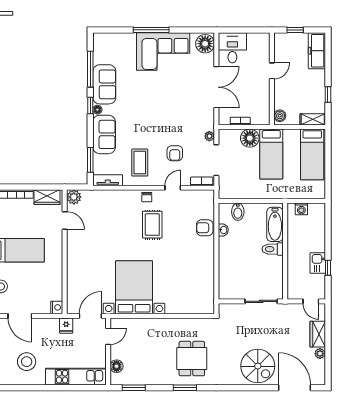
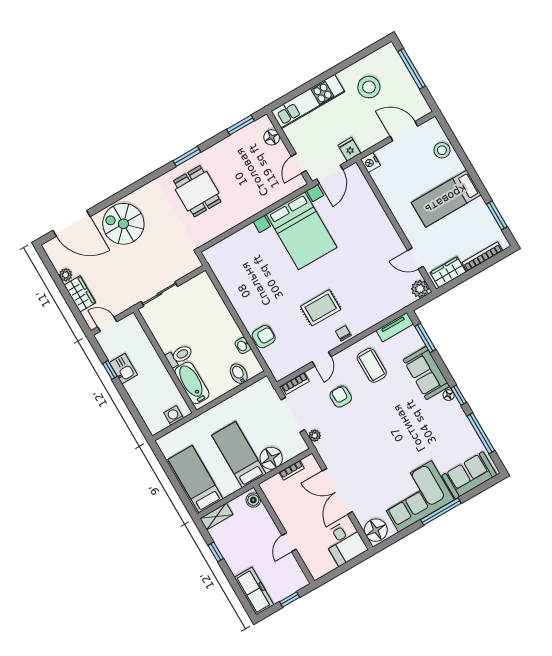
sofa: (104, 84) -> (469, 475), moved, turned 90
rug: (152, 225) -> (321, 308), turned 90

